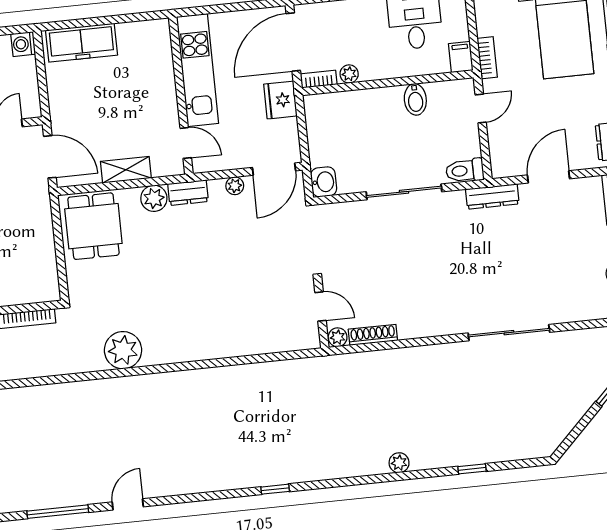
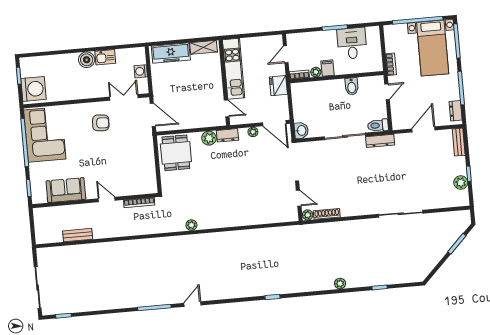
door: (293, 42) -> (286, 54), width x0.53
washing machine: (23, 44) -> (141, 71), moved
filing cabinet: (461, 57) -> (327, 68), moved
door: (274, 169) -> (274, 123), hinge flipped
shelving: (126, 170) -> (204, 47), moved
dresser: (492, 196) -> (380, 141), moved
plant: (123, 350) -> (191, 225), width x0.53, depth x0.53

